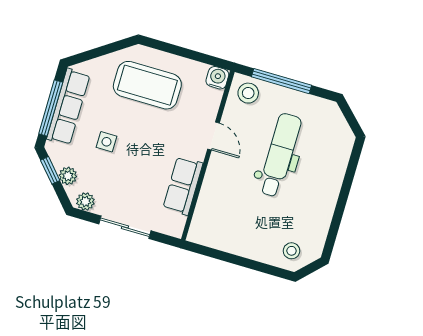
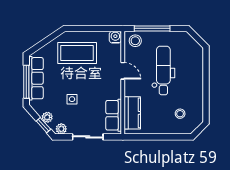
side table: (106, 142) -> (72, 99), moved
window: (50, 170) -> (43, 125), moved
row of seats: (183, 186) -> (114, 115), moved
kitchen counter: (209, 209) -> (132, 113), added
stool: (291, 251) -> (180, 114), moved

